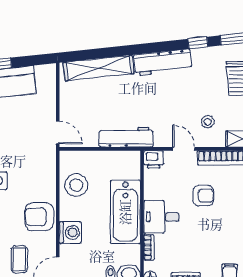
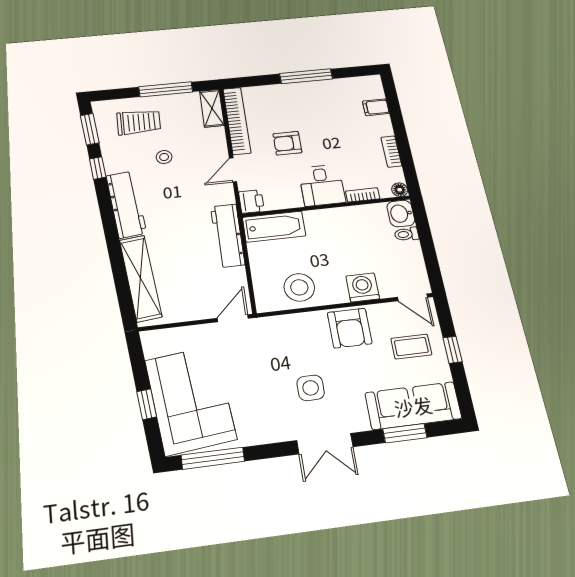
stool: (208, 122) -> (164, 157), moved
armchair: (203, 196) -> (287, 143), turned -90
bathtub: (125, 212) -> (274, 227), moved, width x0.73, depth x0.73

